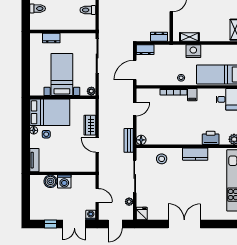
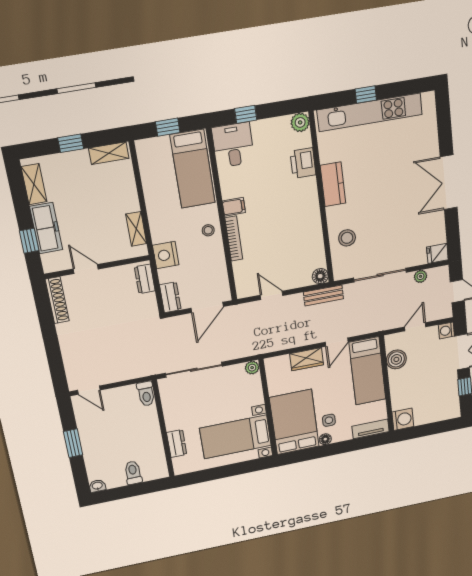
toilet: (88, 10) -> (146, 394), moved
nightstand: (193, 51) -> (166, 255), moved
door: (135, 70) -> (207, 307), hinge flipped
bed with nightstands: (62, 75) -> (236, 437), moved
bed: (74, 162) -> (367, 371), added
boiler: (50, 181) -> (396, 359), moved
washing machine: (64, 182) -> (403, 419), moved

